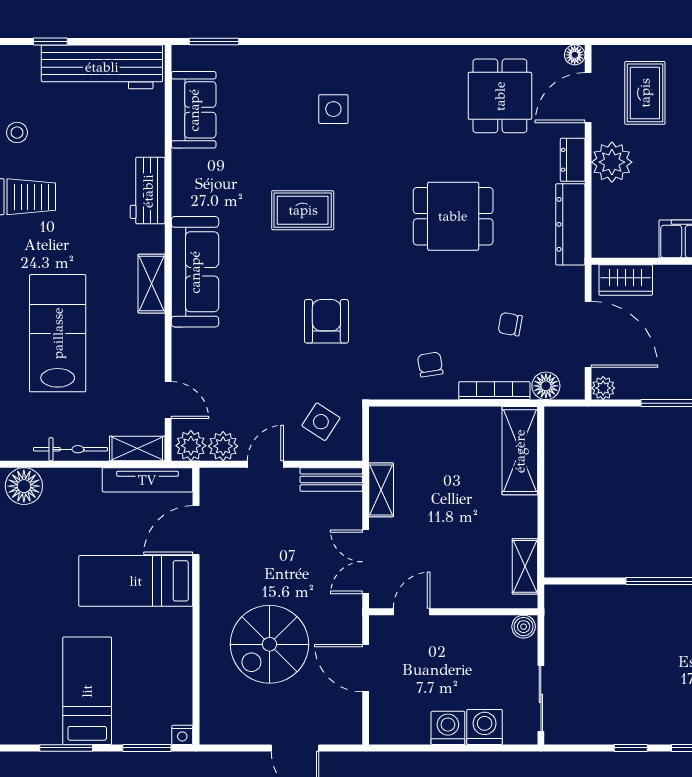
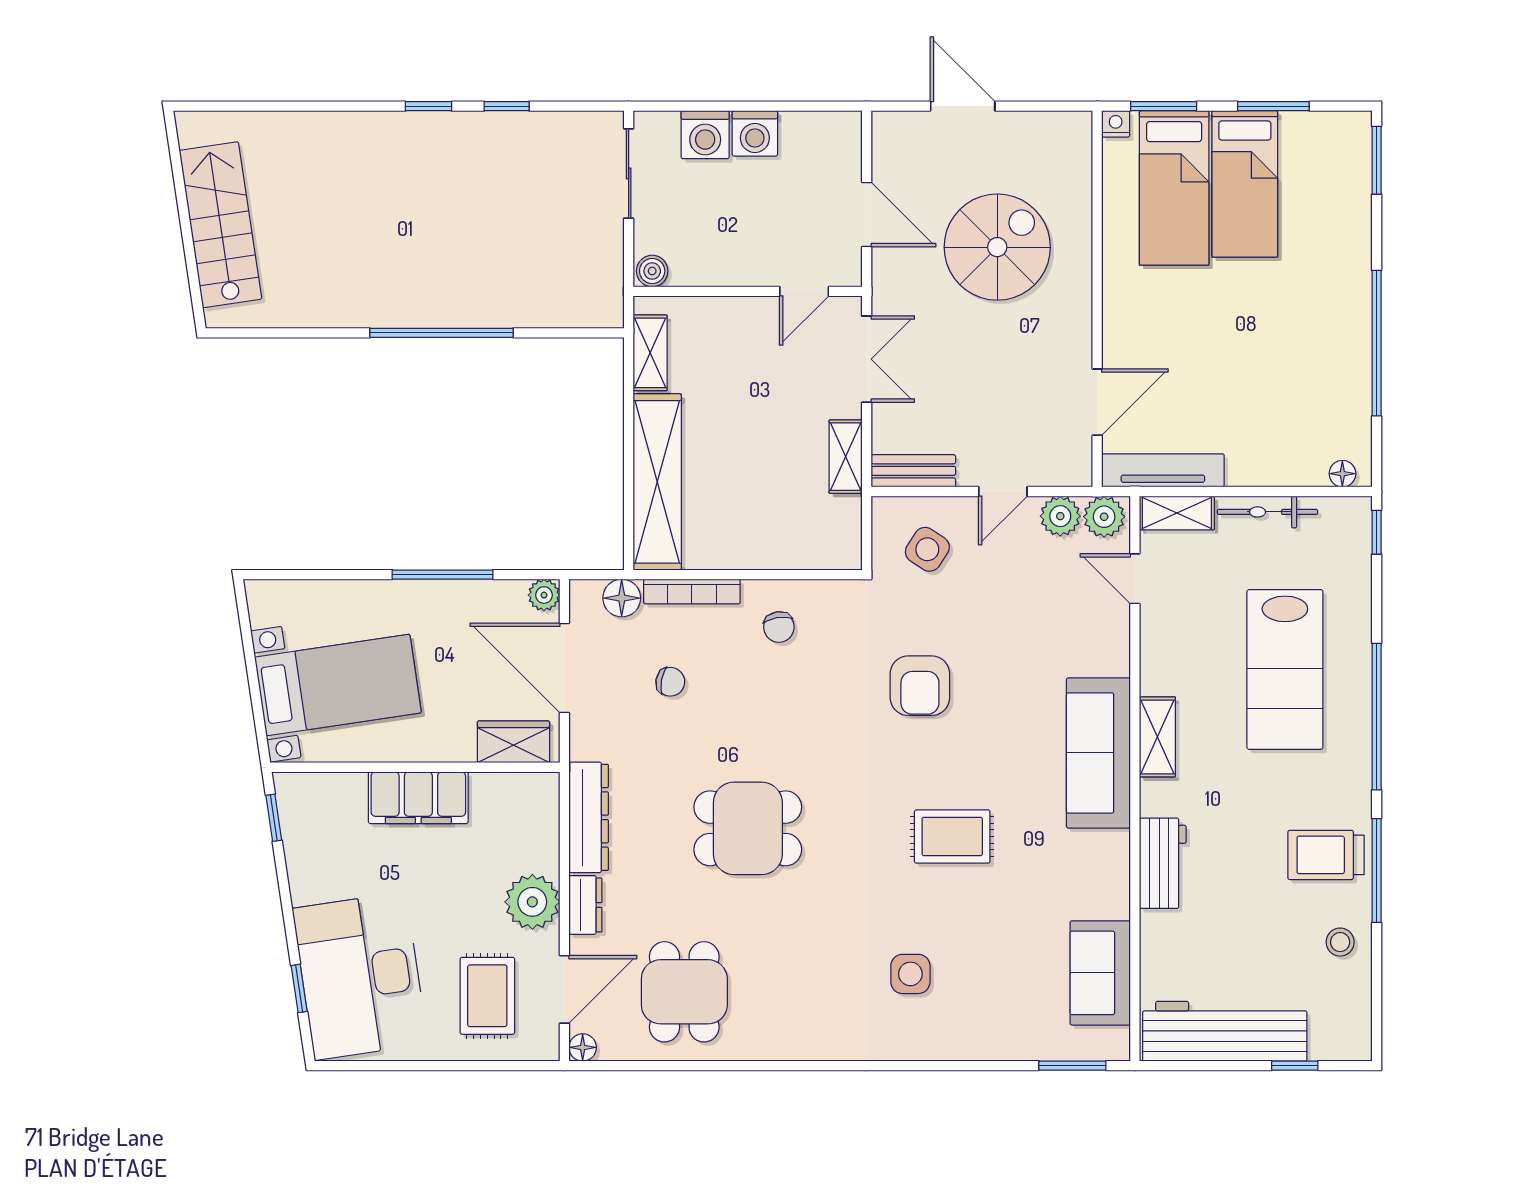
shelving: (520, 451) -> (657, 482), width x1.47
floor lamp: (24, 486) -> (1342, 474), width x0.53, depth x0.53
bed: (136, 581) -> (1174, 188), moved, turned 90

